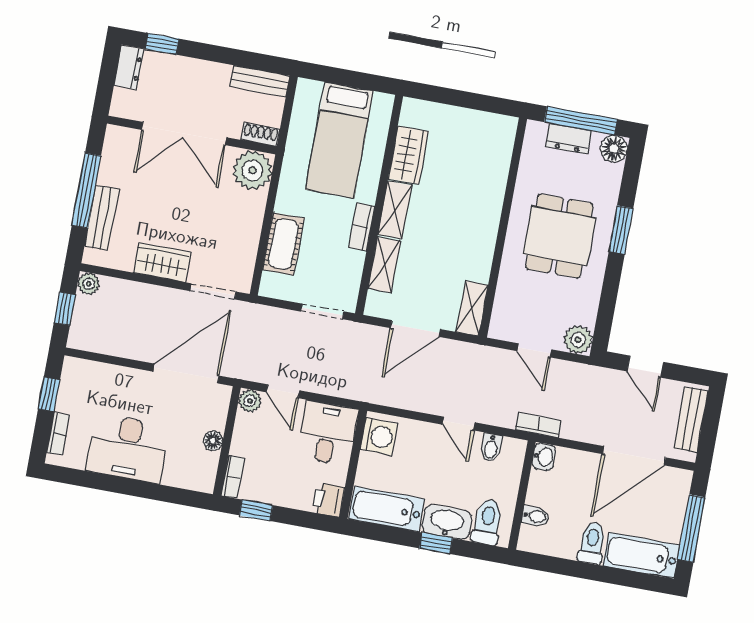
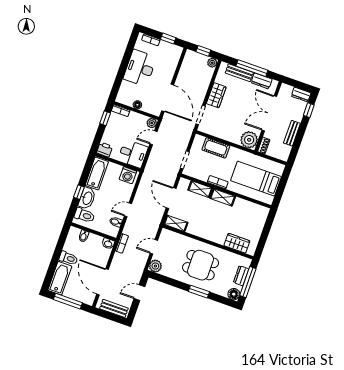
bench: (260, 81) -> (292, 133), moved
wardrobe: (408, 155) -> (237, 243), moved, turned 180
dresser: (112, 163) -> (262, 81), added

